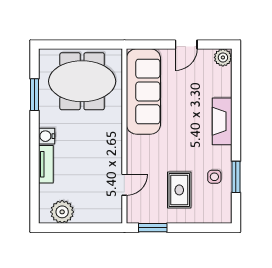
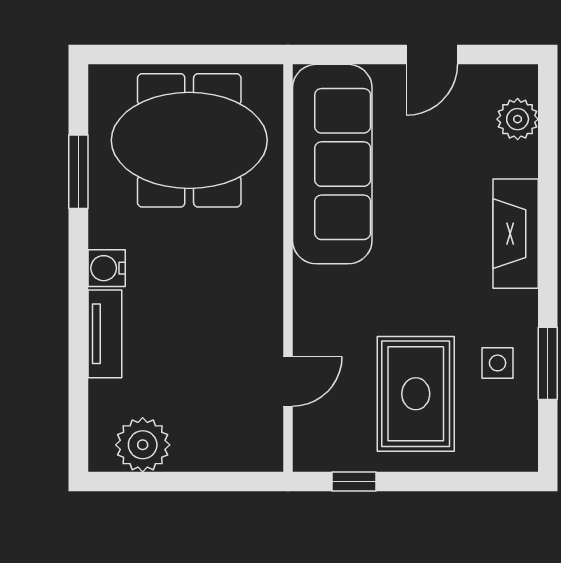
plant: (223, 57) -> (518, 119), moved
rug: (179, 190) -> (416, 394), width x1.36, depth x1.43
window: (153, 228) -> (354, 482), width x0.67

